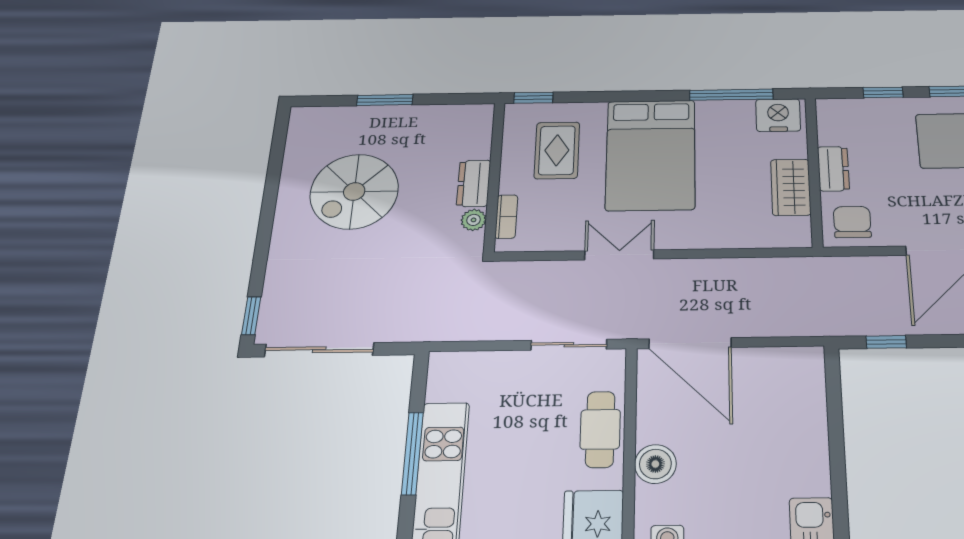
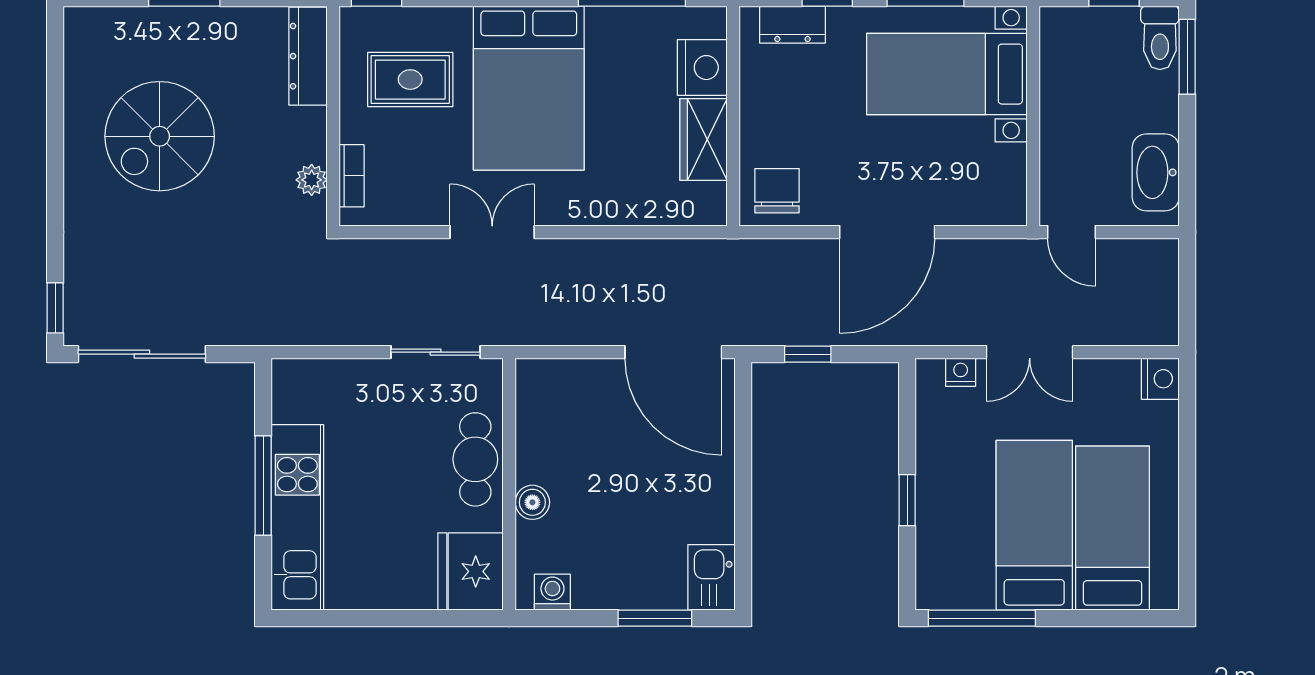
nightstand: (778, 115) -> (702, 68), moved, turned 90
rug: (557, 150) -> (410, 80), turned 90
dresser: (833, 169) -> (792, 25), moved, turned 90
dresser: (474, 183) -> (308, 56), moved, width x1.44
door: (690, 343) -> (673, 352), moved
boiler: (655, 464) -> (532, 502), width x0.73, depth x0.73

